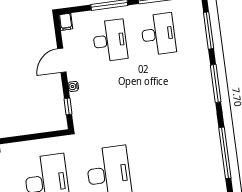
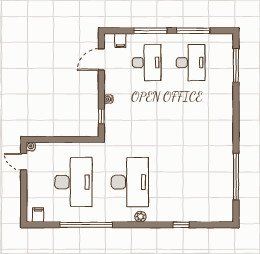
filing cabinet: (66, 22) -> (120, 41), moved
door: (62, 60) -> (101, 60), moved
window: (216, 83) -> (236, 113), removed

